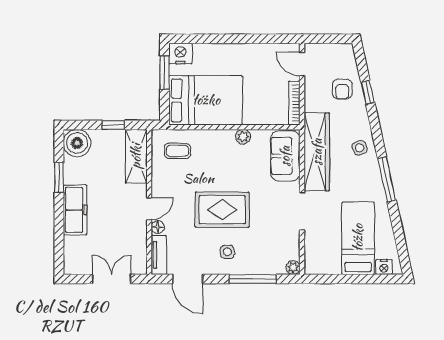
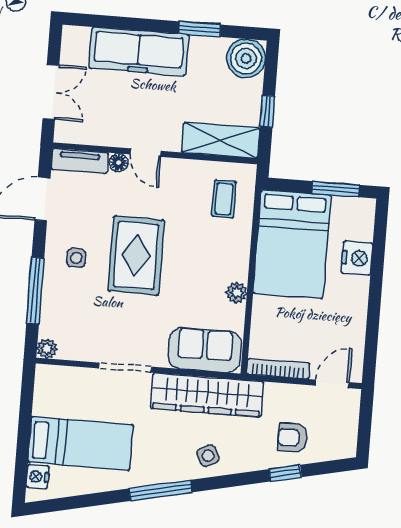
nightstand: (180, 54) -> (357, 258), moved
freezer: (75, 210) -> (139, 51), width x1.36, depth x1.26

